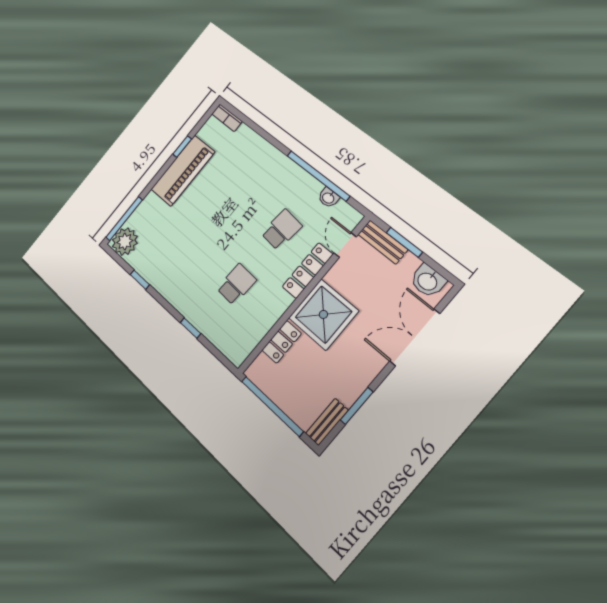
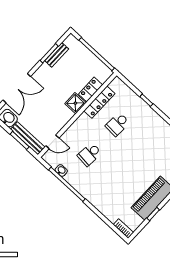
bench: (383, 242) -> (28, 138), width x1.36
door: (345, 245) -> (52, 142), hinge flipped
locker: (308, 271) -> (99, 102), moved
shower: (323, 314) -> (75, 103), width x0.54, depth x0.54
bench: (327, 422) -> (57, 55), moved

